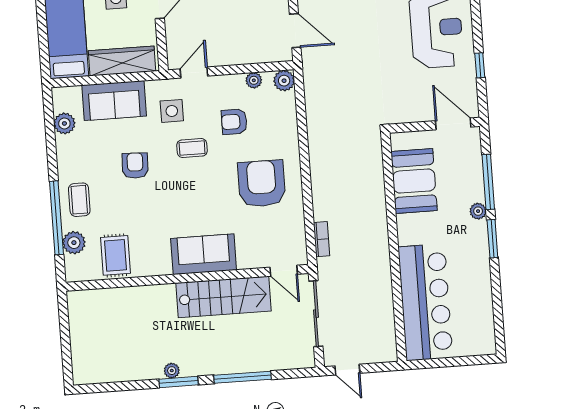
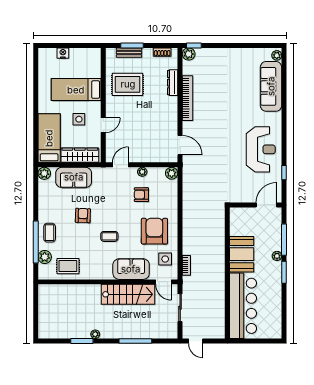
plant: (254, 80) -> (142, 172), moved
side table: (172, 111) -> (165, 259), moved
plant: (64, 123) -> (44, 173), moved
door: (453, 124) -> (266, 205), hinge flipped
coffee table: (192, 148) -> (109, 236), moved
booth: (414, 181) -> (242, 254), moved
sofa: (204, 254) -> (131, 269), moved
rug: (116, 255) -> (68, 266), turned 90
sliding door: (316, 314) -> (180, 308), width x0.73
window: (179, 382) -> (82, 341), moved

